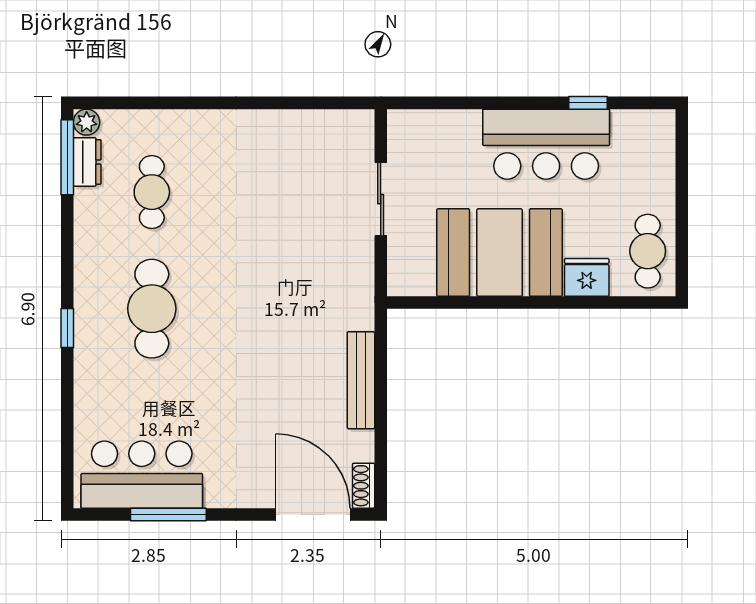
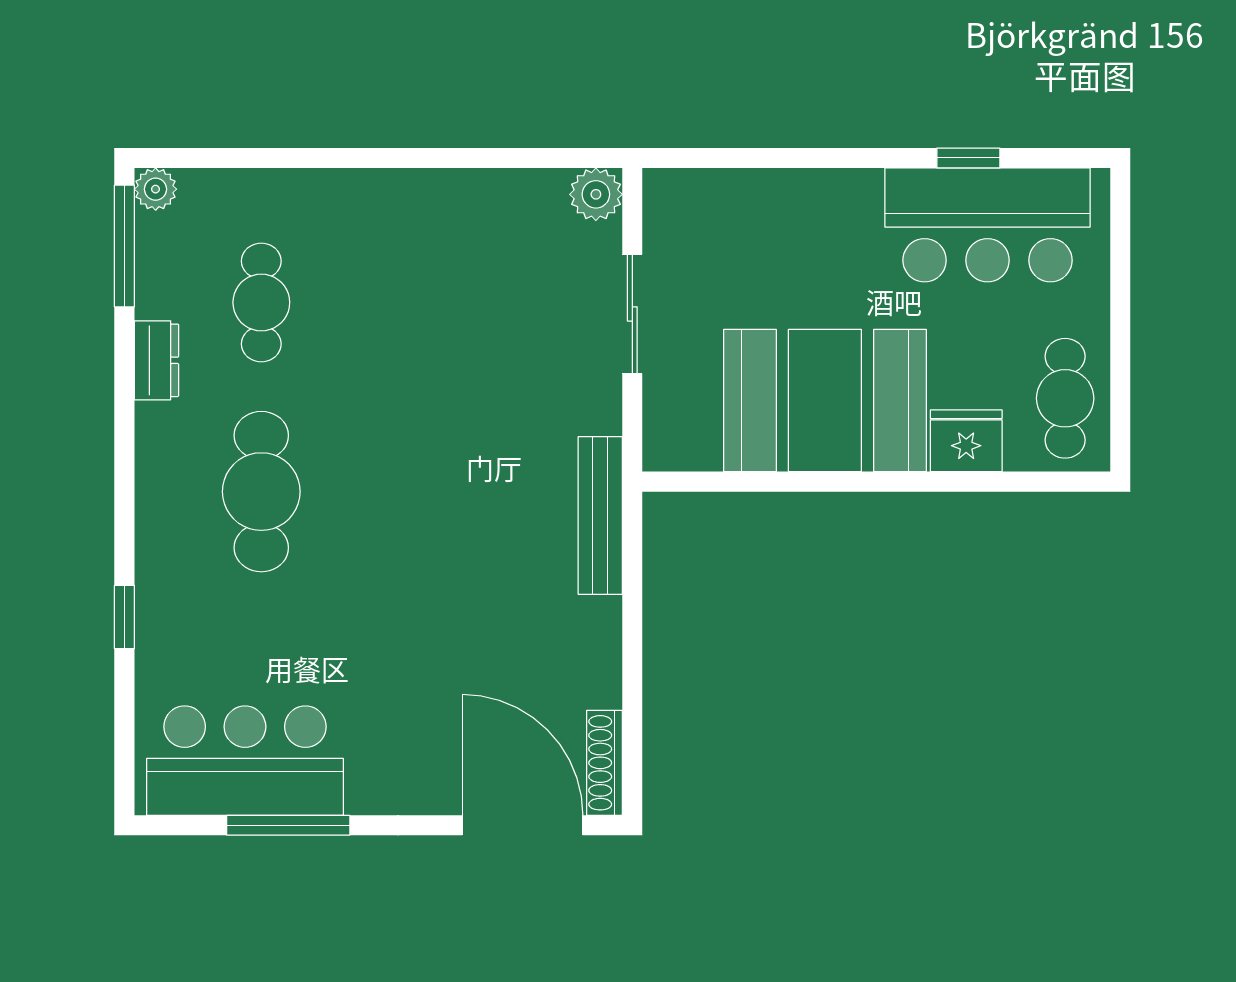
plant: (358, 125) -> (596, 194), added
bar counter: (546, 144) -> (987, 225), moved
dresser: (87, 162) -> (157, 360), moved
window: (67, 328) -> (124, 617), moved
bench: (361, 380) -> (600, 515), moved
shoe rack: (364, 486) -> (604, 763), width x1.43

